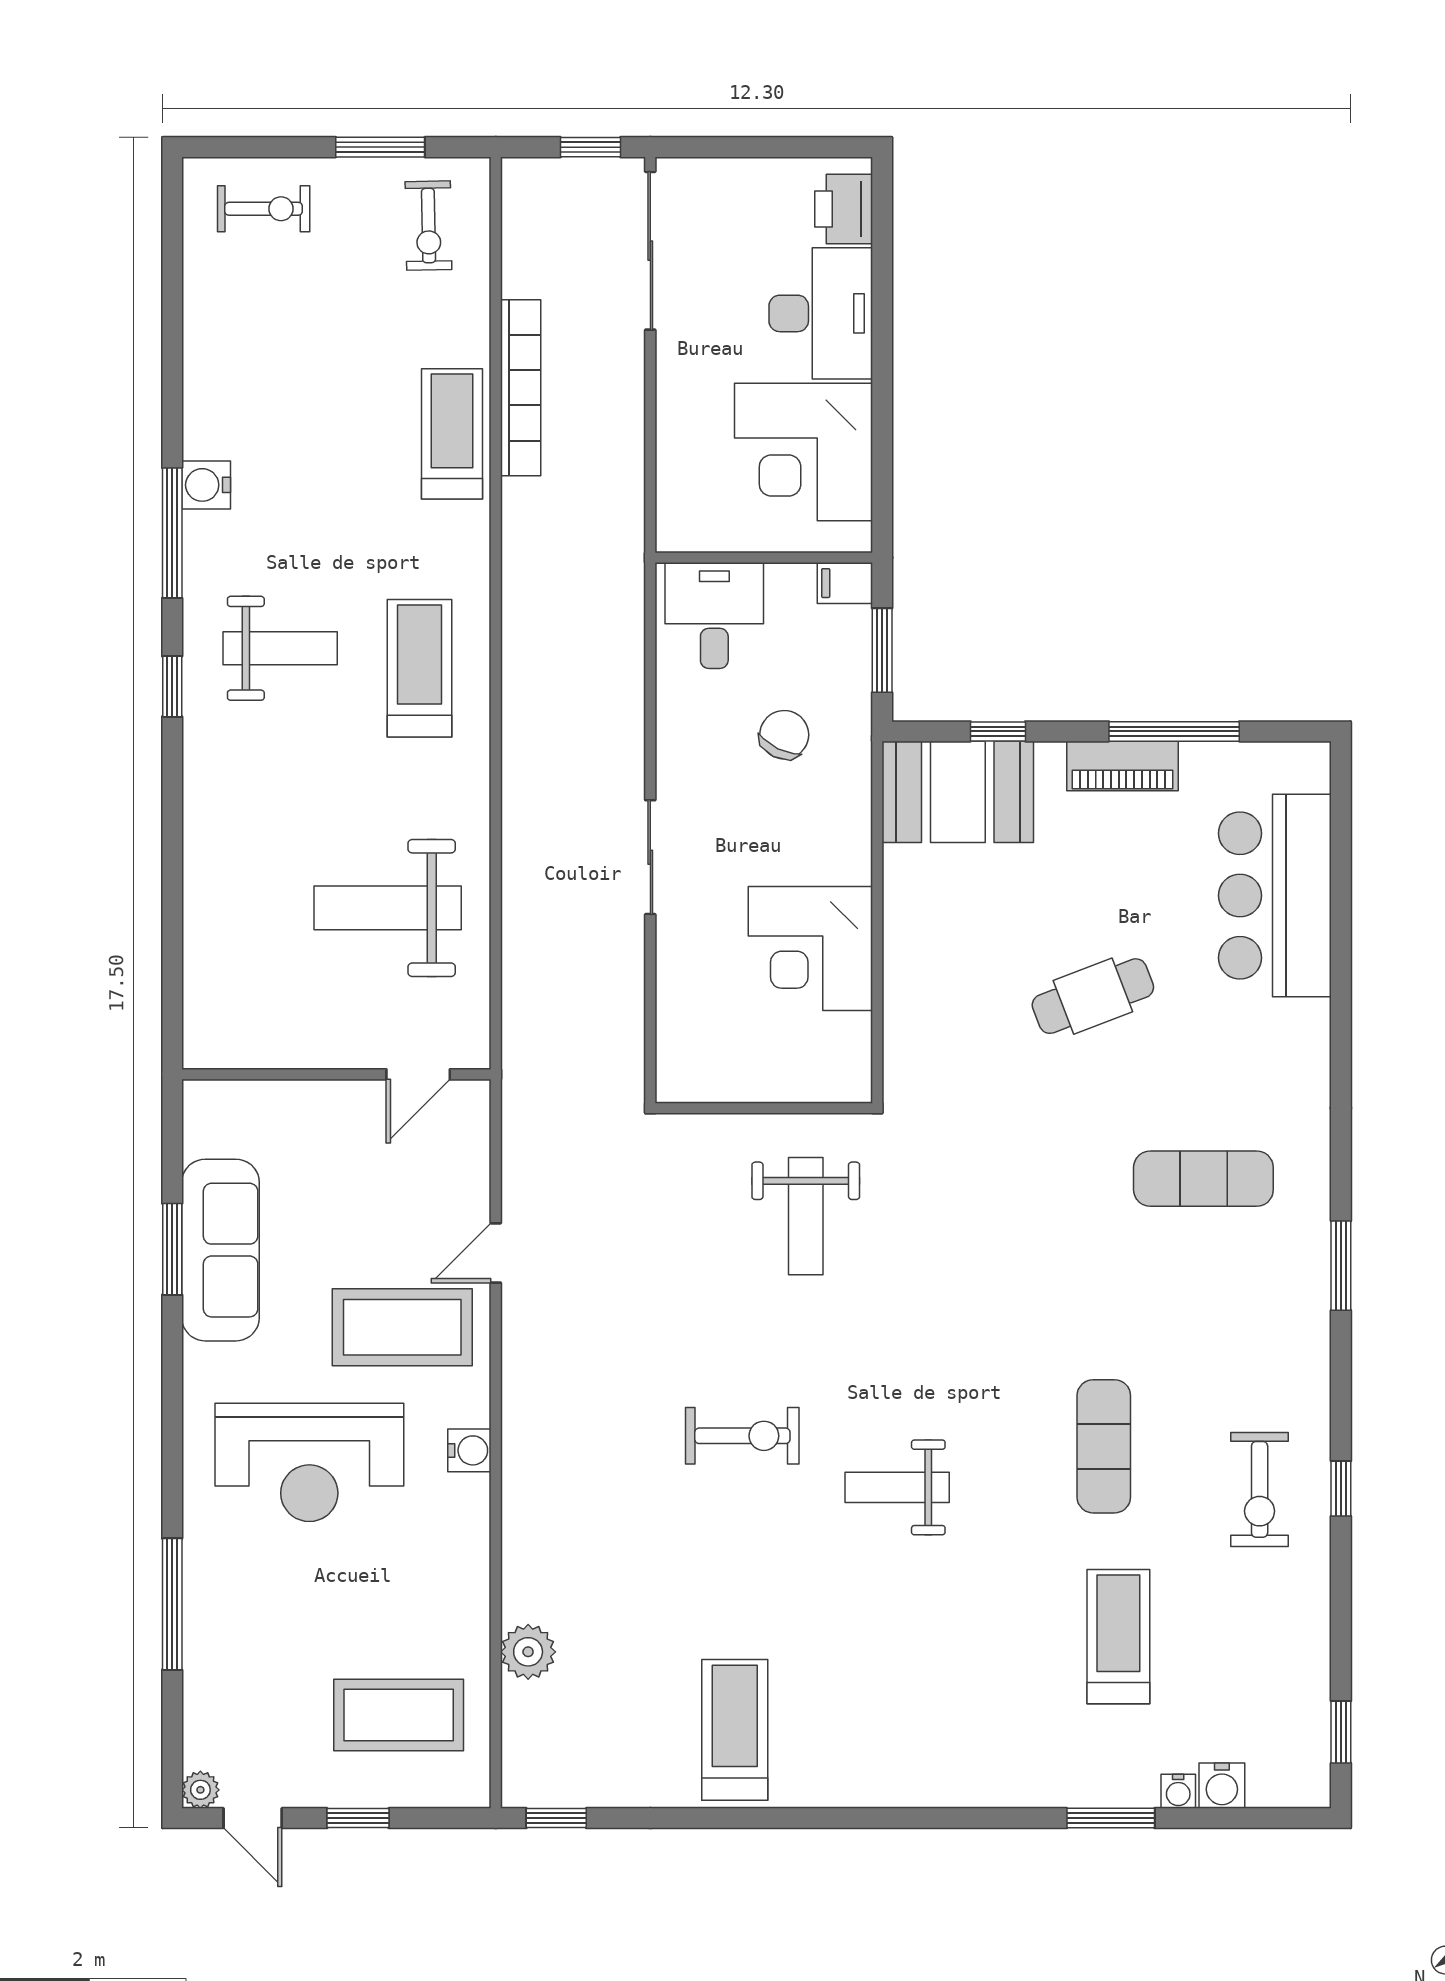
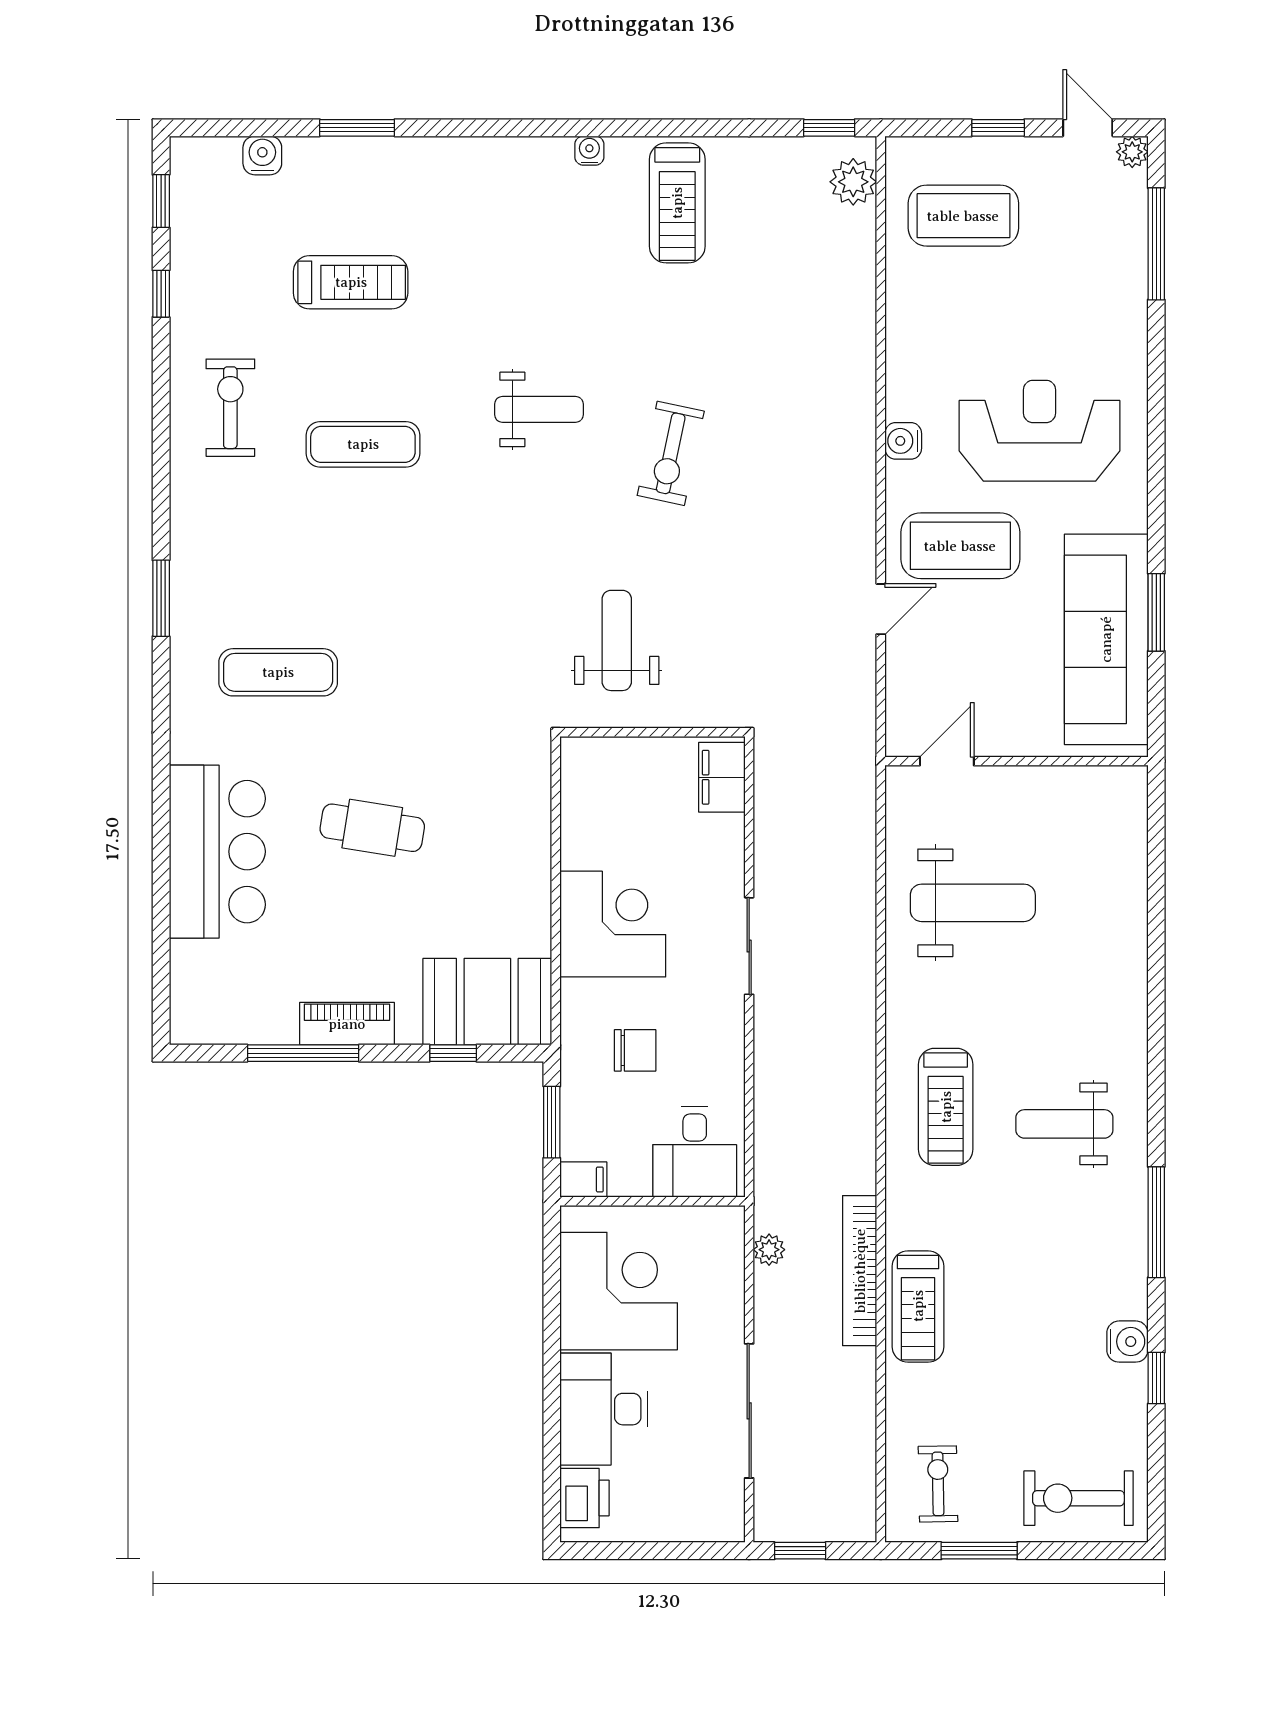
exercise bike: (264, 209) -> (1078, 1498), width x1.38, depth x1.39
sliding door: (650, 251) -> (749, 1411), moved
bookcase: (521, 388) -> (860, 1271), moved
water cooler: (206, 485) -> (1127, 1342), moved
plant: (627, 501) -> (769, 1250), added
window: (172, 686) -> (1156, 1378), moved
chair: (784, 735) -> (635, 1050), turned -116
bar counter: (1275, 896) -> (217, 852), moved
corner desk: (810, 949) -> (613, 924), moved
cafe table: (1093, 996) -> (372, 828), turned 30
filing cabinet: (682, 1055) -> (722, 777), added
sofa: (220, 1250) -> (1106, 639), width x1.36, depth x1.27
exercise bike: (742, 1436) -> (671, 453), turned -78
exercise mat: (1104, 1446) -> (363, 444), turned 90
window: (1341, 1489) -> (161, 294), moved
window: (172, 1604) -> (1156, 244), moved
treadmill: (1118, 1637) -> (351, 282), turned -90
plant: (528, 1652) -> (853, 182), moved
water cooler: (1178, 1791) -> (589, 151), moved

